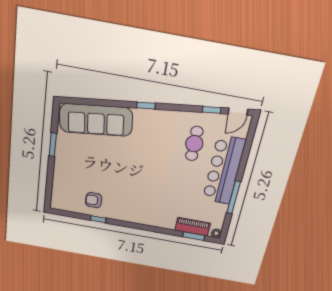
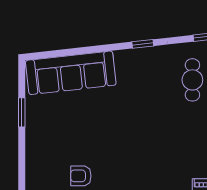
window: (146, 106) -> (143, 44), moved

